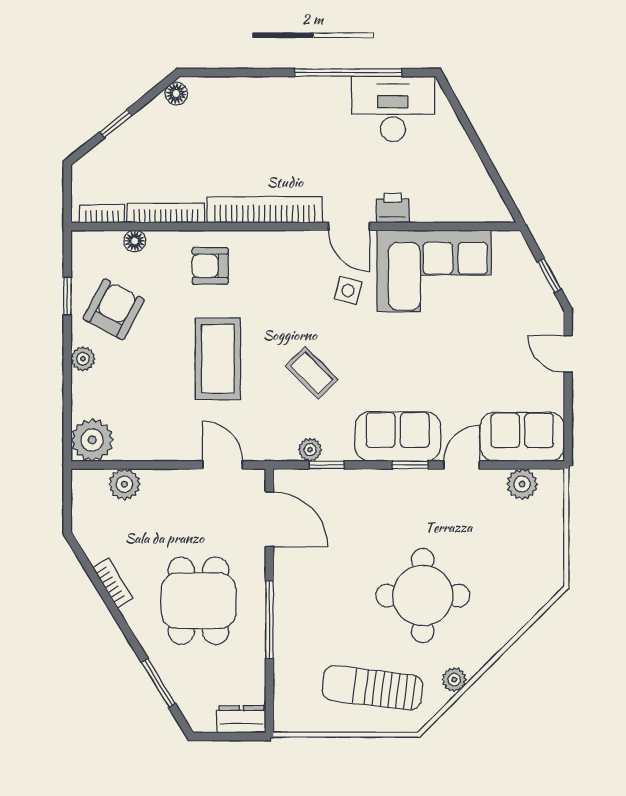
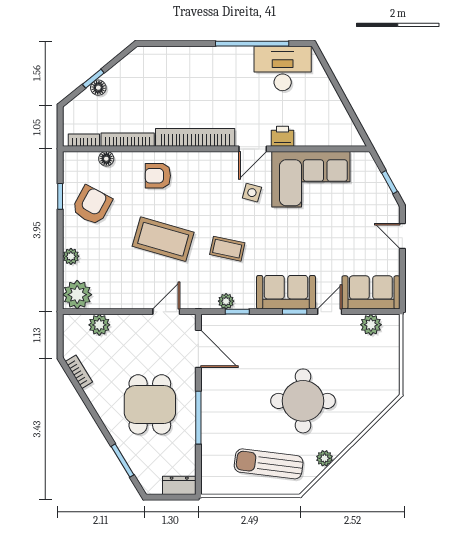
floor lamp: (176, 94) -> (98, 88), moved
door: (349, 227) -> (253, 149), hinge flipped
plant: (83, 359) -> (71, 256), moved
coffee table: (218, 359) -> (163, 239), turned -74
coffee table: (312, 373) -> (227, 249), turned -33
door: (222, 465) -> (166, 312), hinge flipped
bookcase: (113, 583) -> (79, 372), moved

